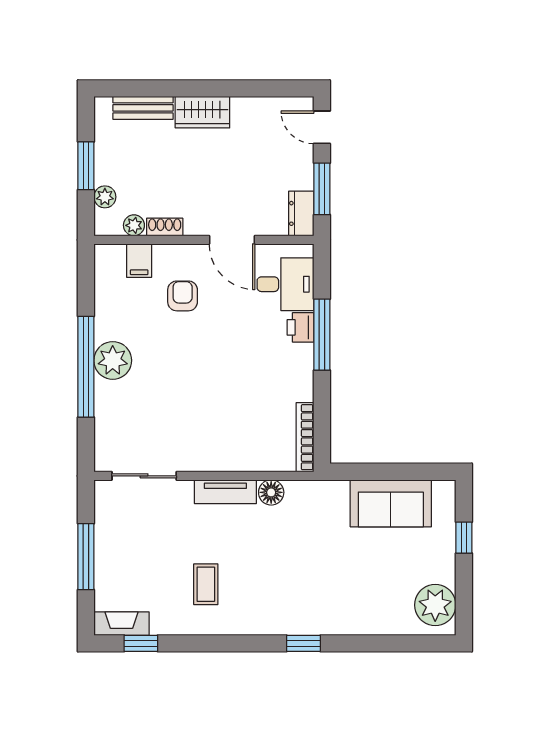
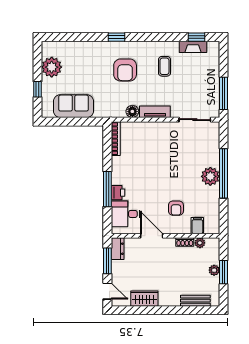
wardrobe: (202, 112) -> (144, 299), moved
plant: (105, 197) -> (214, 270), moved
window: (86, 557) -> (224, 93), moved
armchair: (286, 577) -> (125, 70), added
plant: (435, 605) -> (52, 67), moved
fireplace: (121, 624) -> (193, 47), moved

